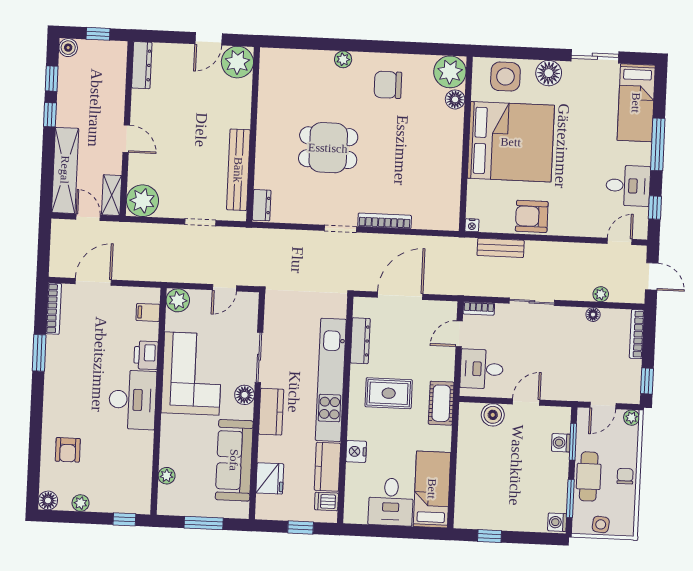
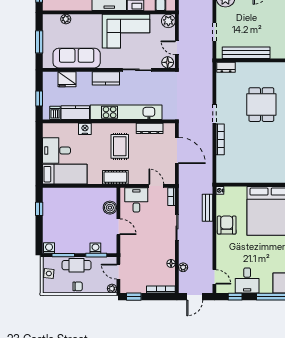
floor lamp: (245, 395) -> (168, 62), moved

